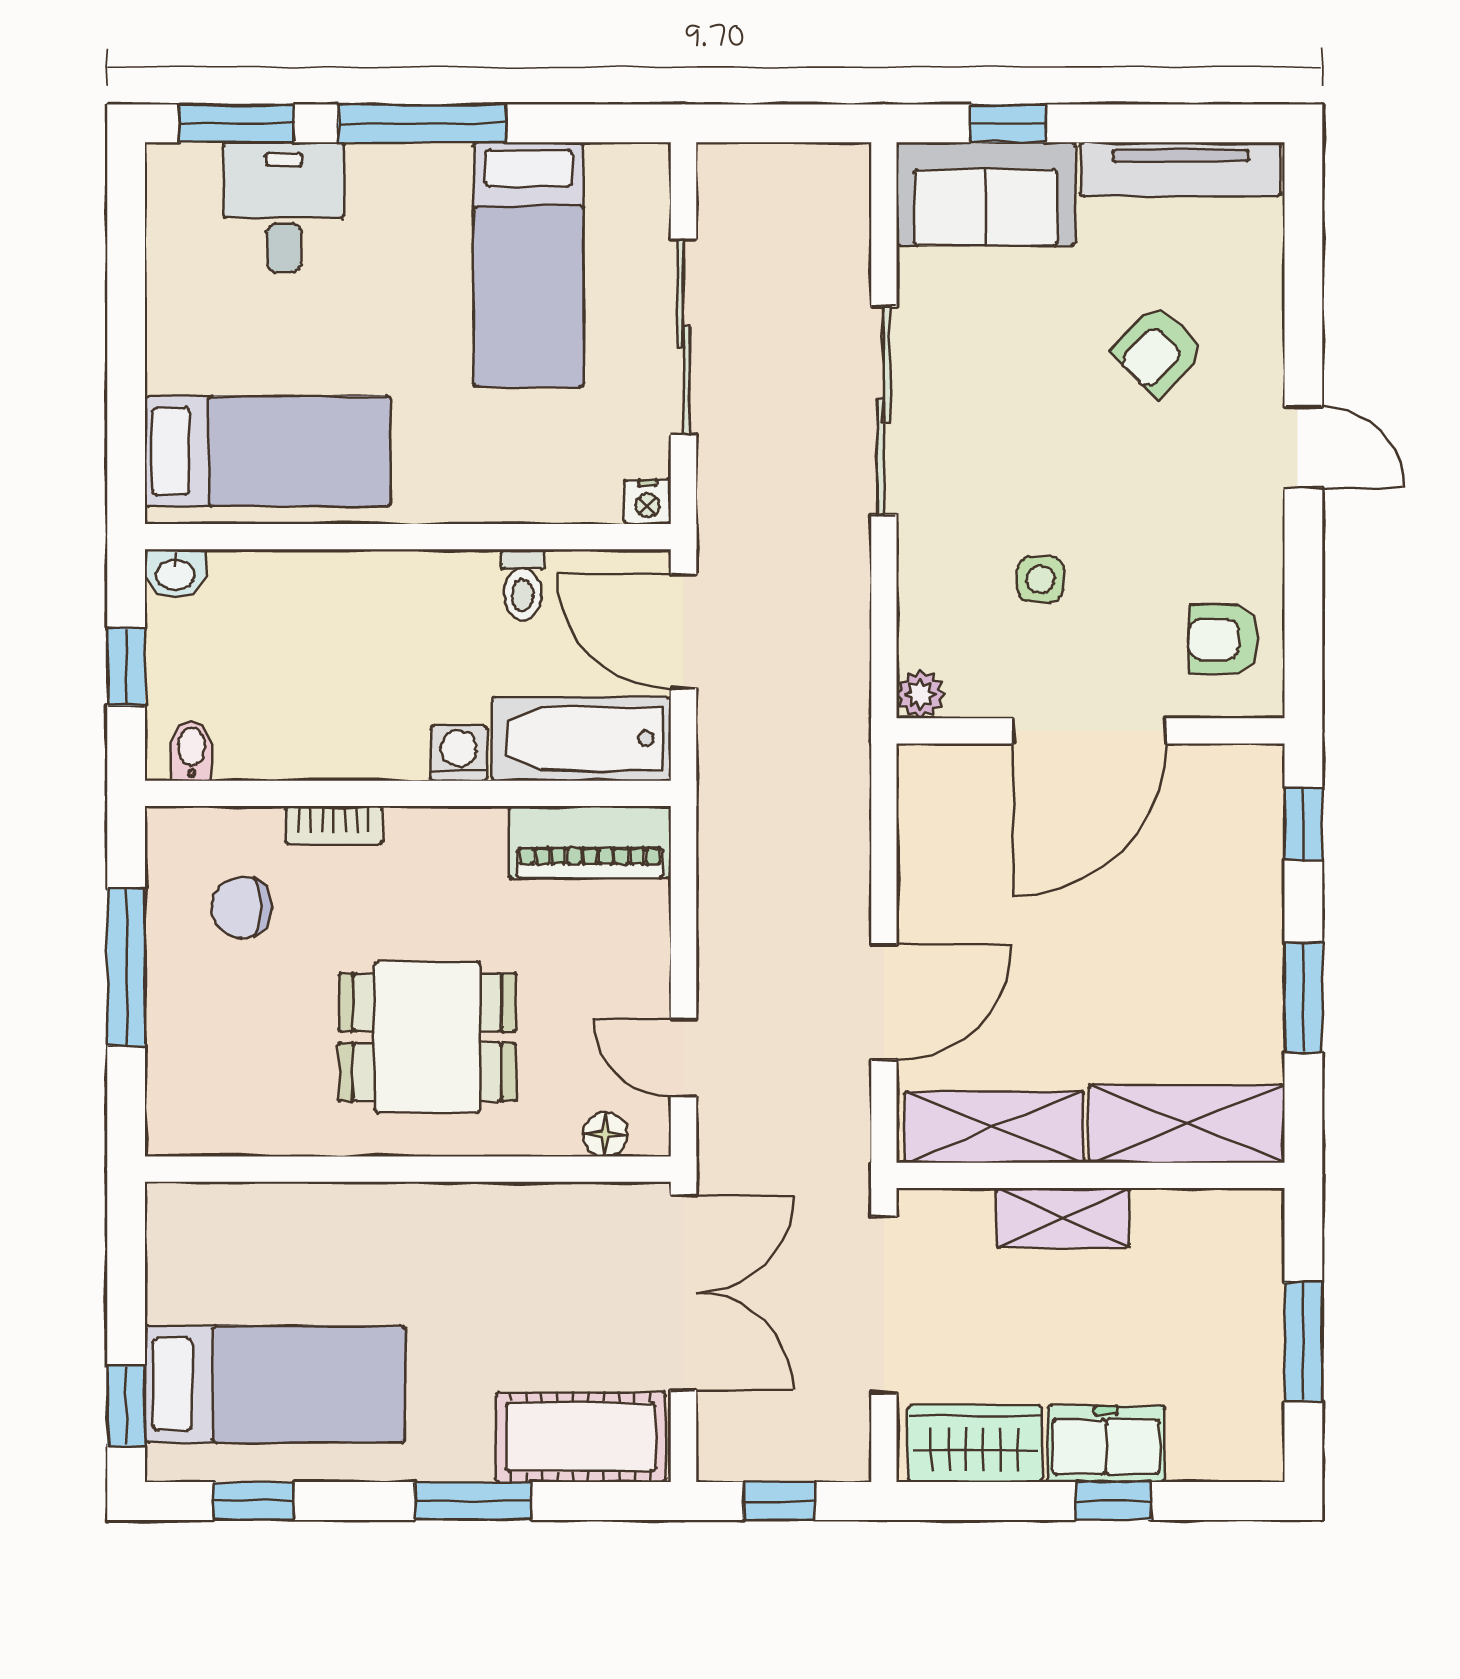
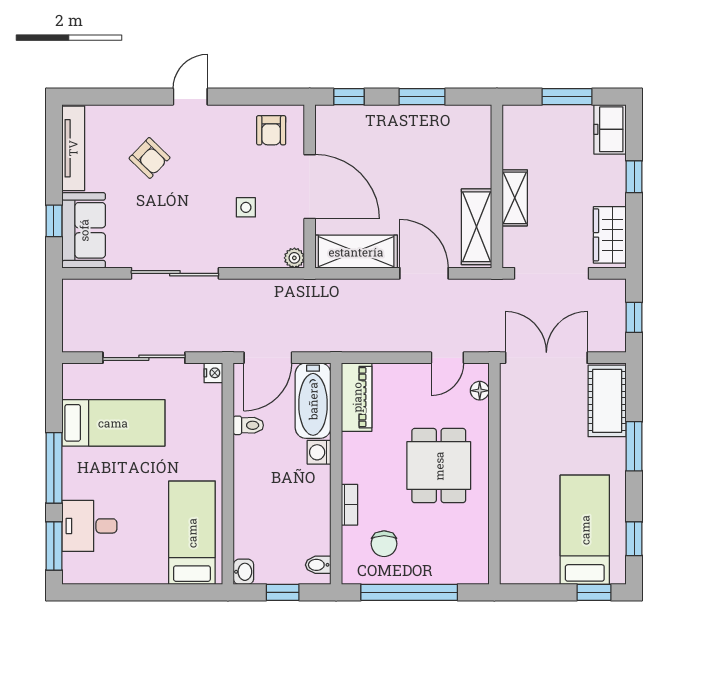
window: (126, 967) -> (409, 592), width x1.46
shelving: (1187, 1124) -> (356, 252), moved, turned 90
freezer: (1106, 1444) -> (610, 129), moved

